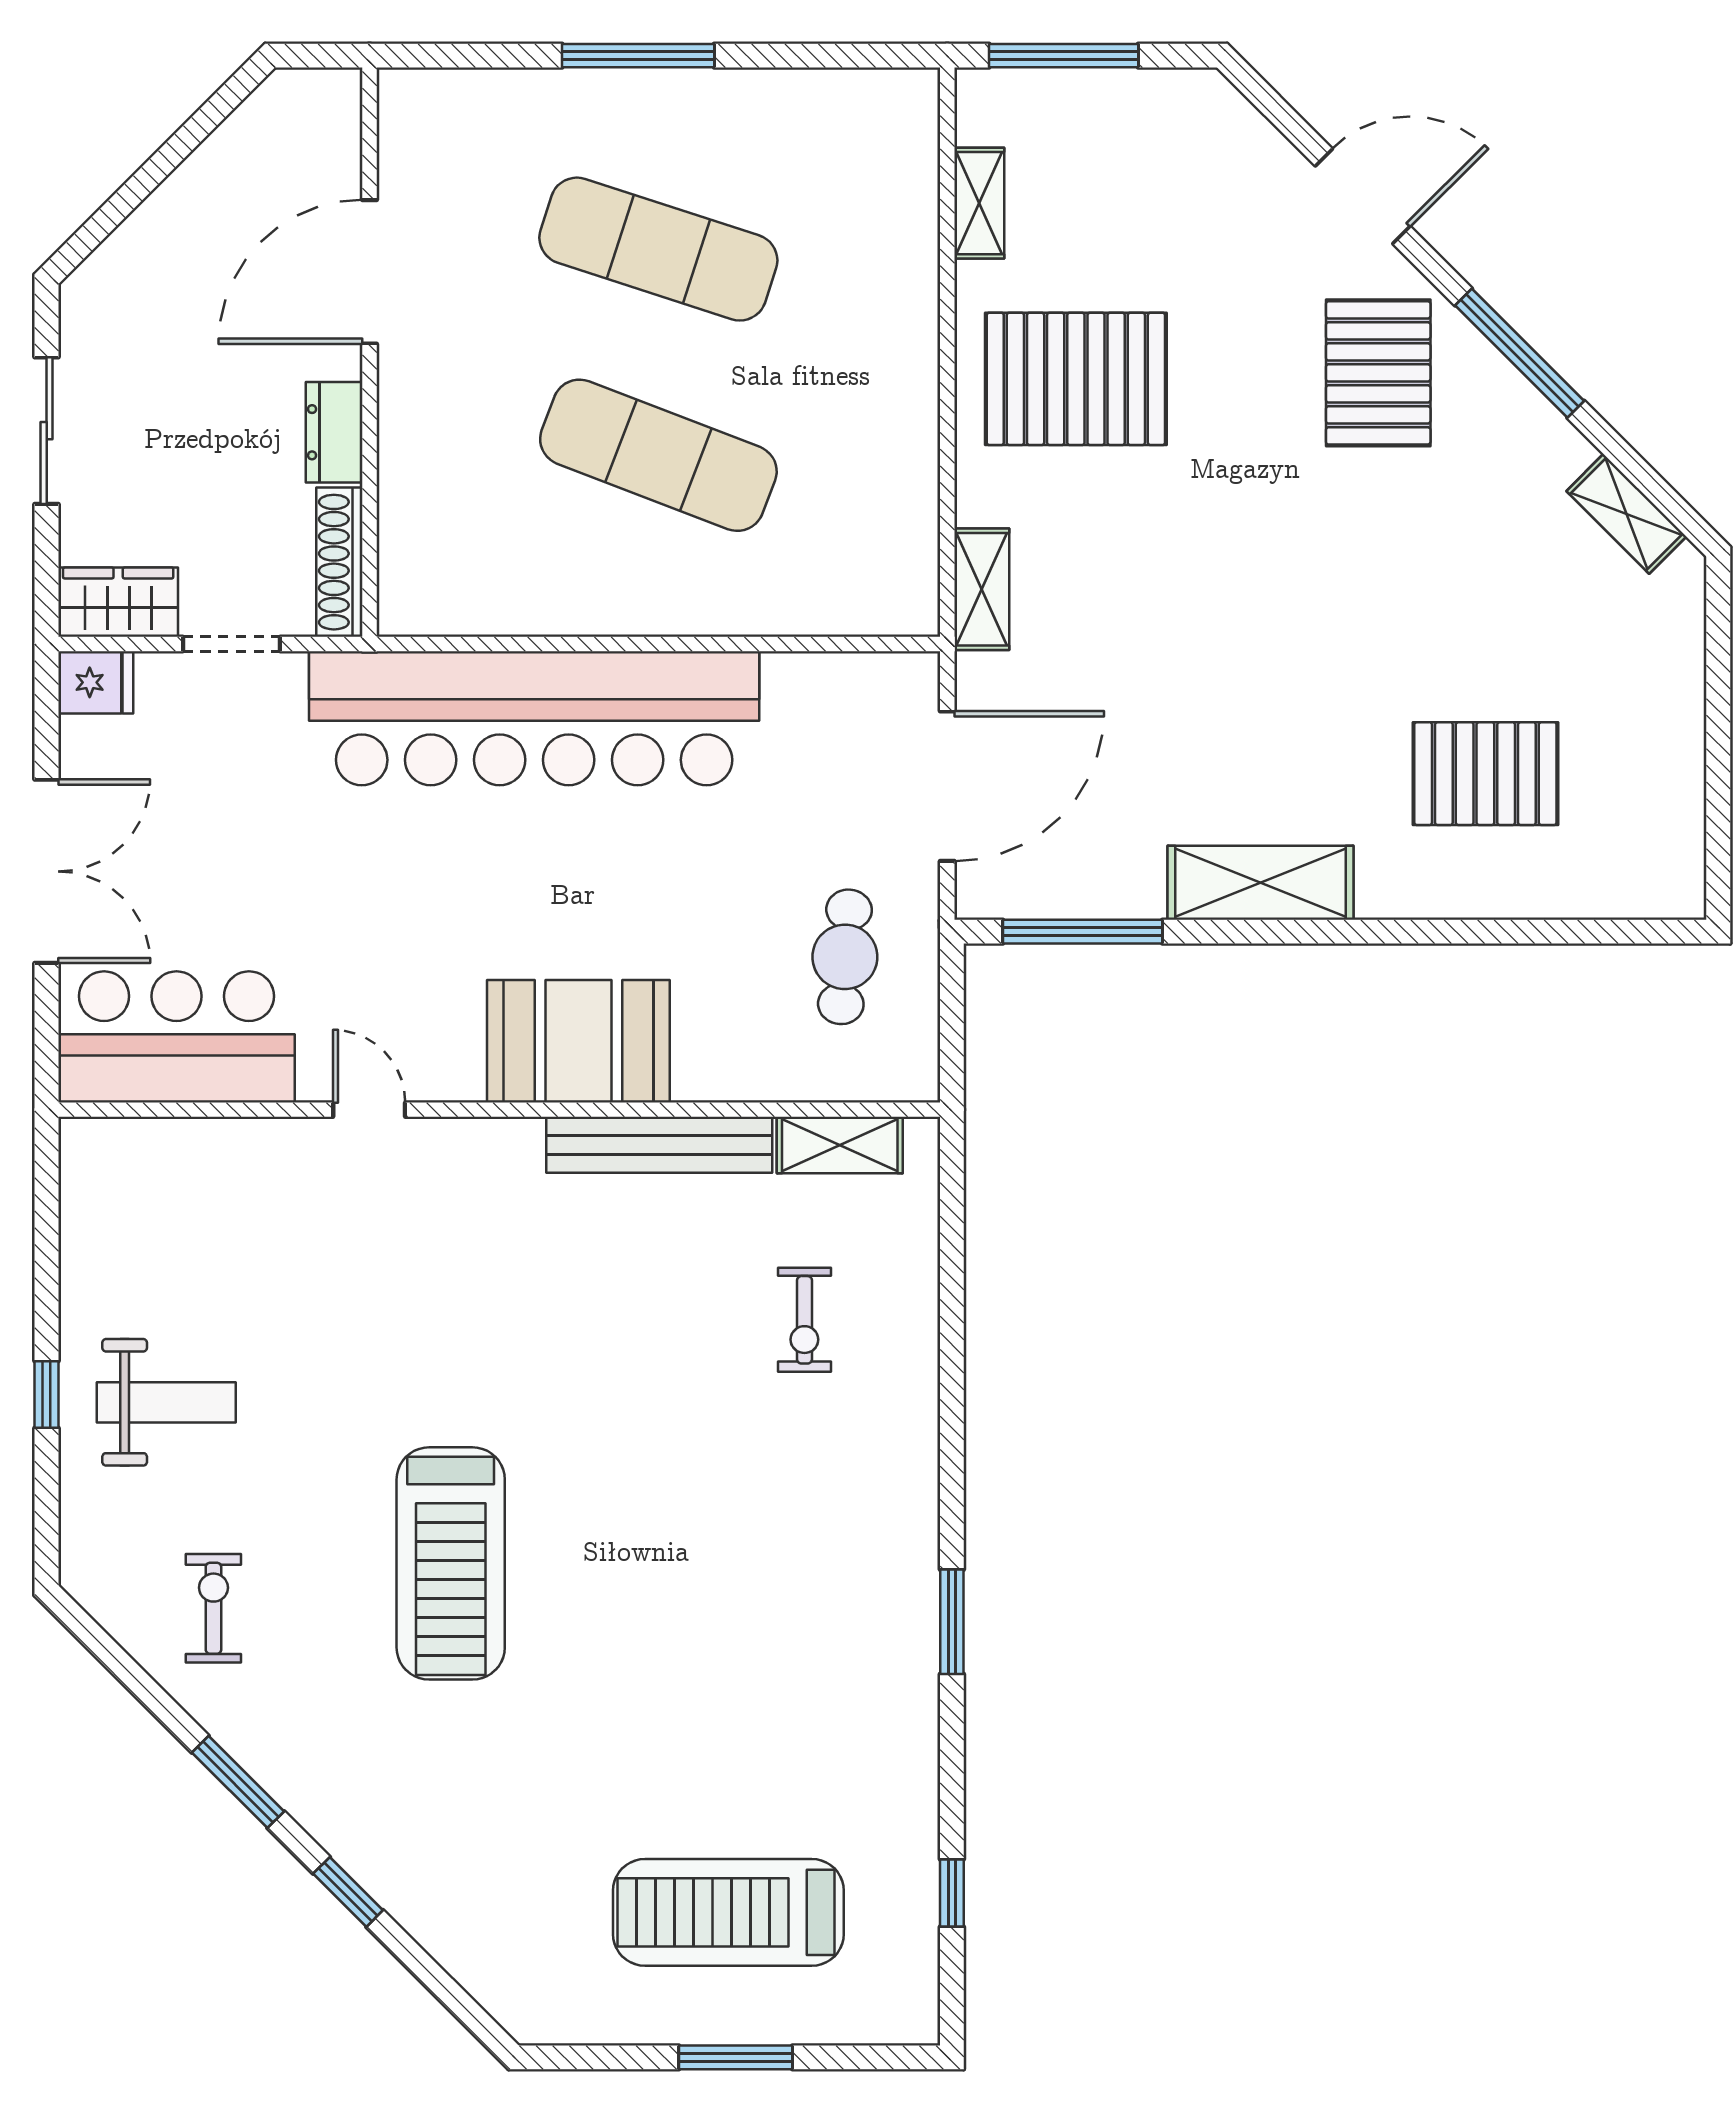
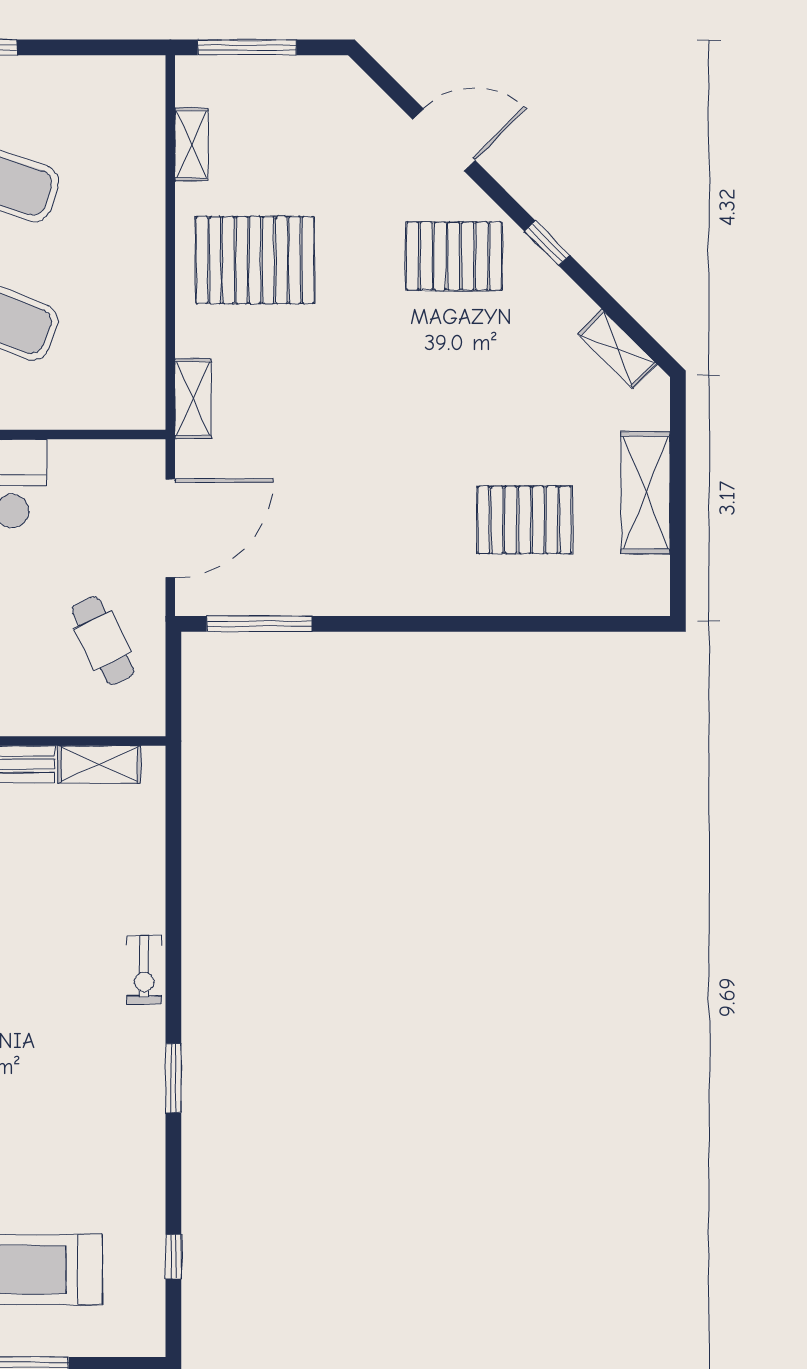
window: (1520, 353) -> (547, 243), width x0.46
pallet: (1378, 373) -> (454, 256), turned 90
shelving: (1260, 883) -> (646, 493), moved, turned 90
cafe table: (845, 957) -> (103, 641), turned -31
exercise bike: (804, 1320) -> (144, 970), moved

